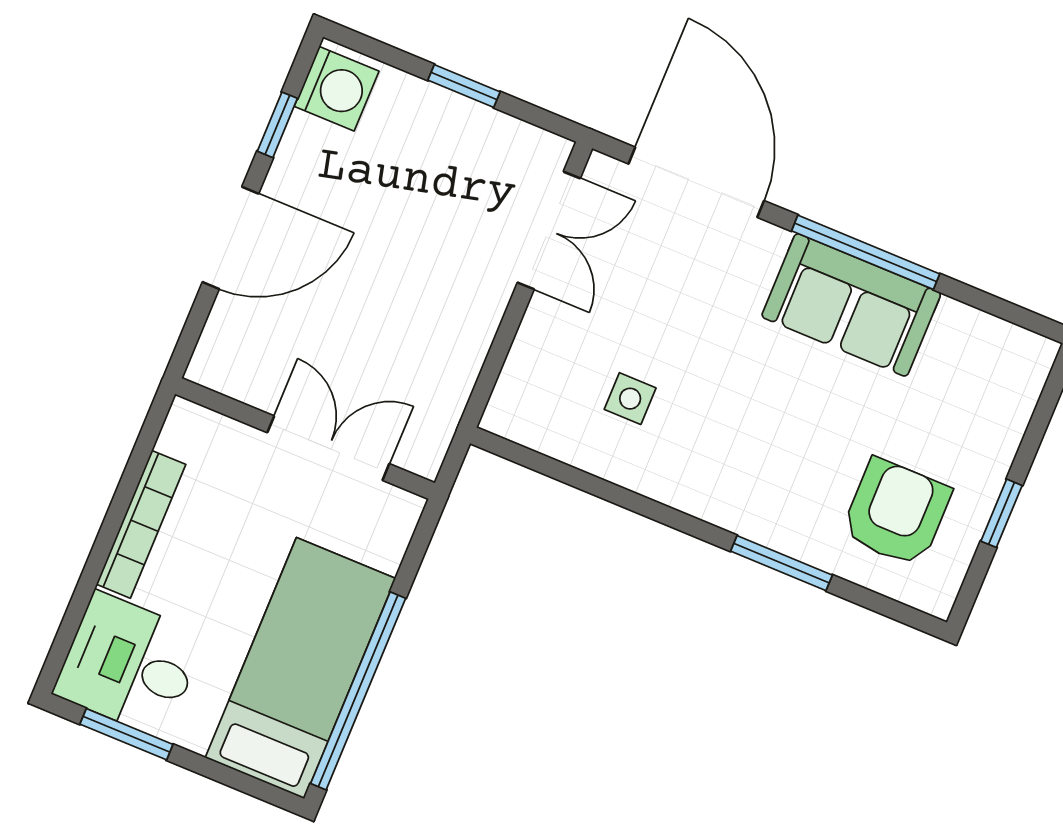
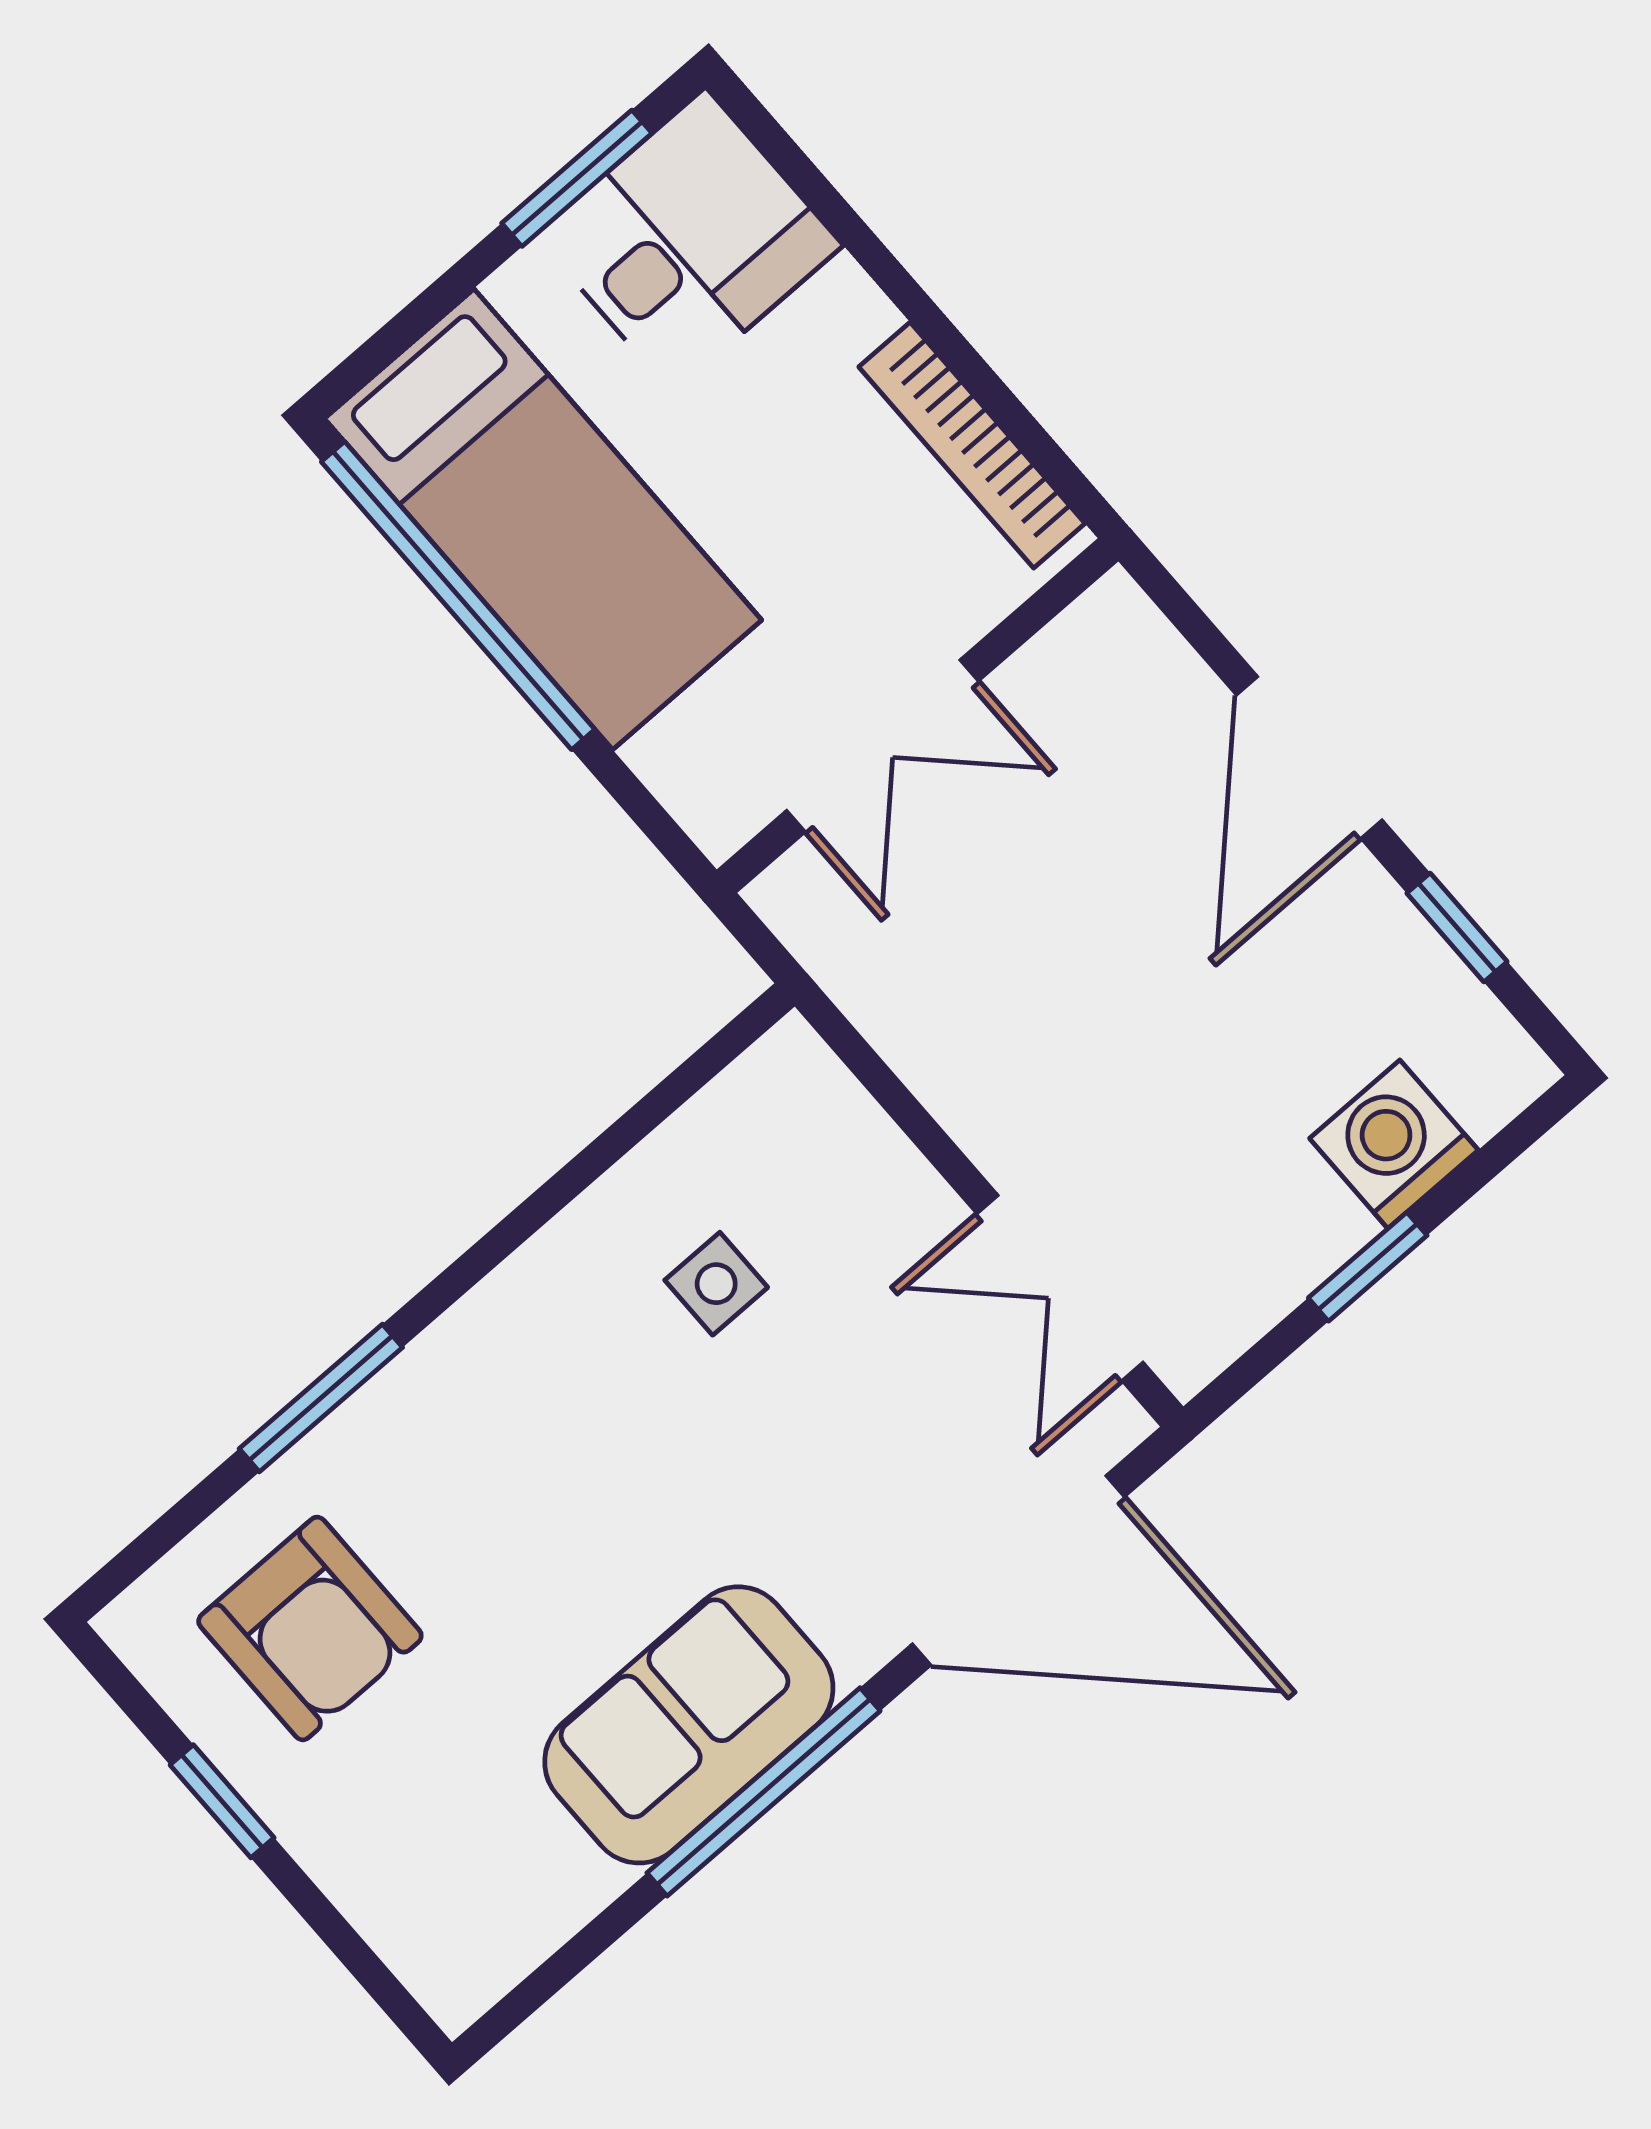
washing machine: (337, 89) -> (1394, 1144), moved, turned 90
bookcase: (141, 524) -> (972, 445), moved

